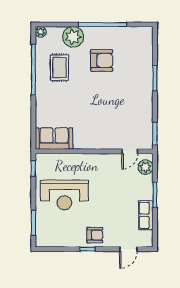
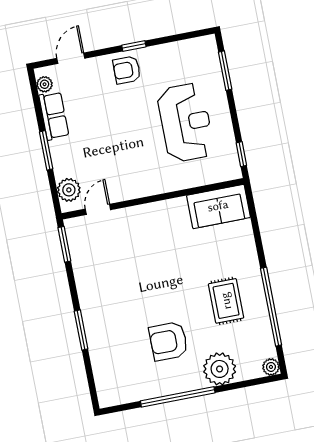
rug: (59, 68) -> (226, 301), moved
reception desk: (64, 195) -> (186, 123), turned 90
plant: (148, 236) -> (45, 84), added

